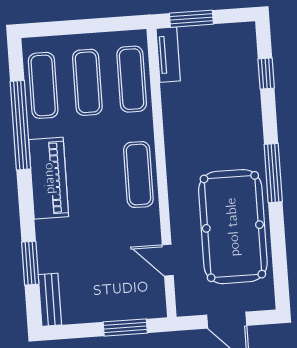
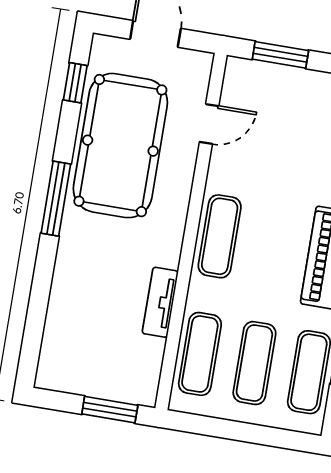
tv unit: (168, 55) -> (160, 302), moved
window: (266, 74) -> (75, 83), moved
door: (168, 260) -> (209, 124), hinge flipped

